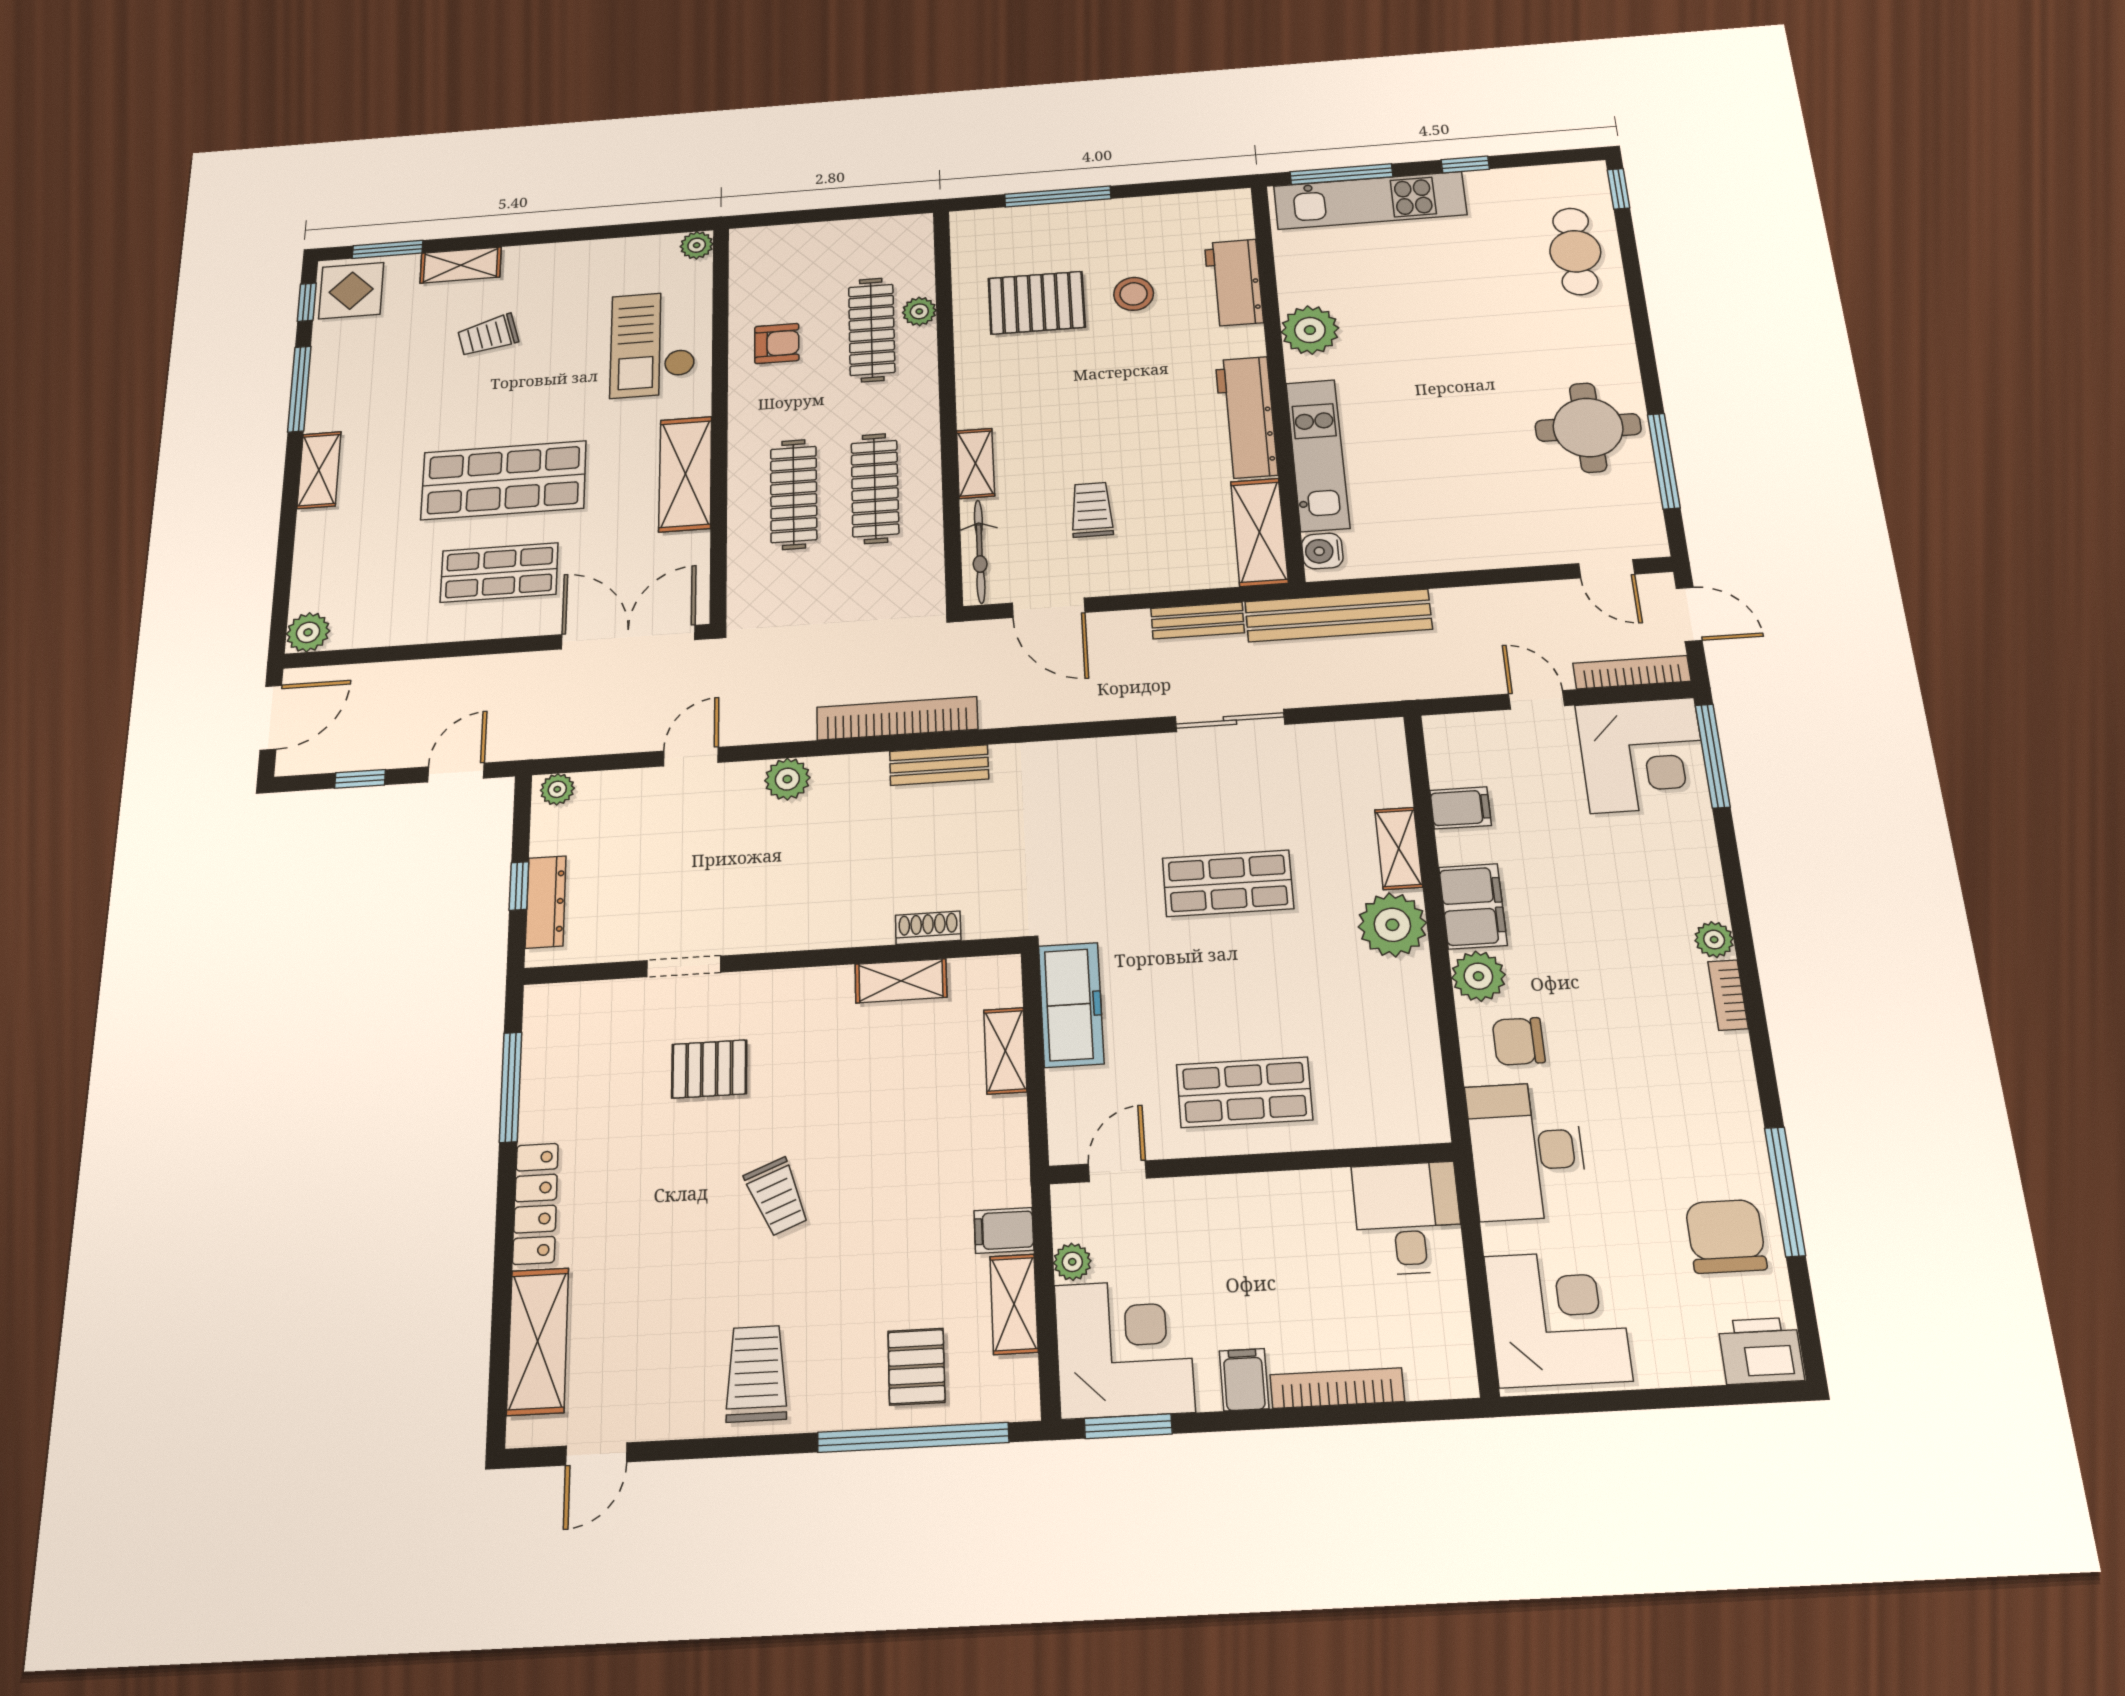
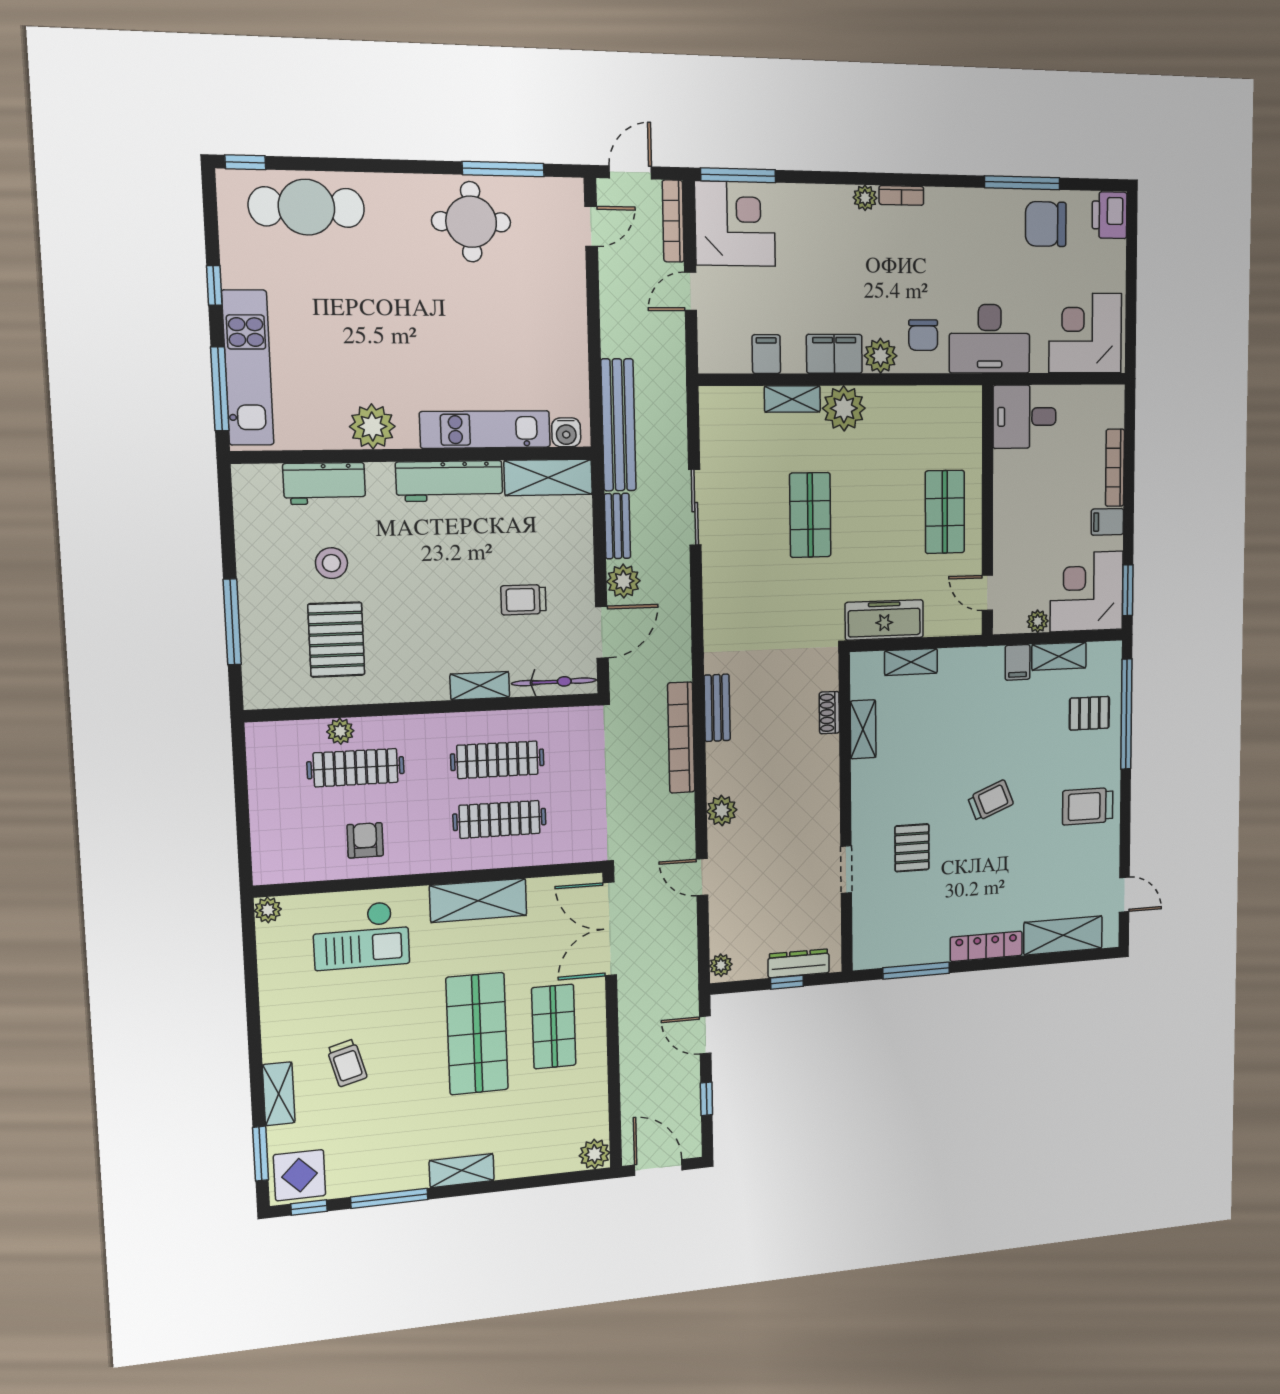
cafe table: (1575, 251) -> (306, 207), width x1.37, depth x1.35
plant: (1121, 632) -> (623, 581), added

